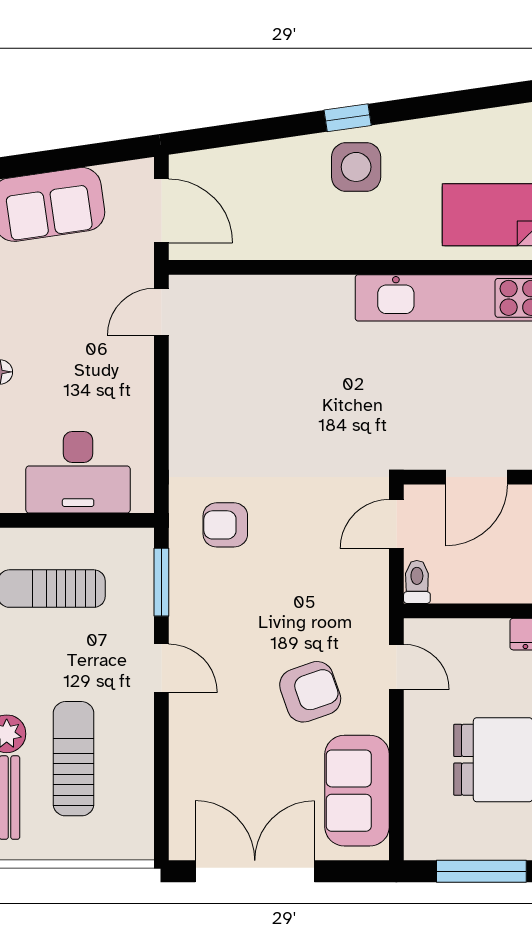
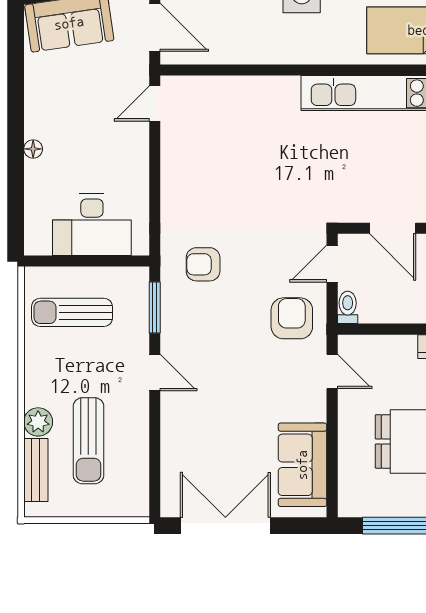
door: (477, 477) -> (393, 228), hinge flipped
armchair: (310, 692) -> (292, 318), moved, turned -71
sun lounger: (73, 759) -> (88, 441), turned 180

